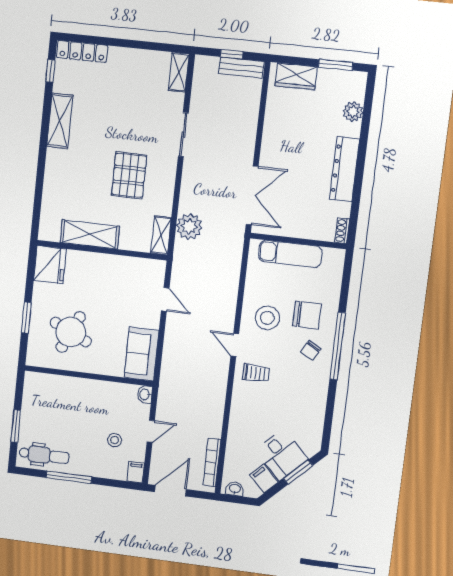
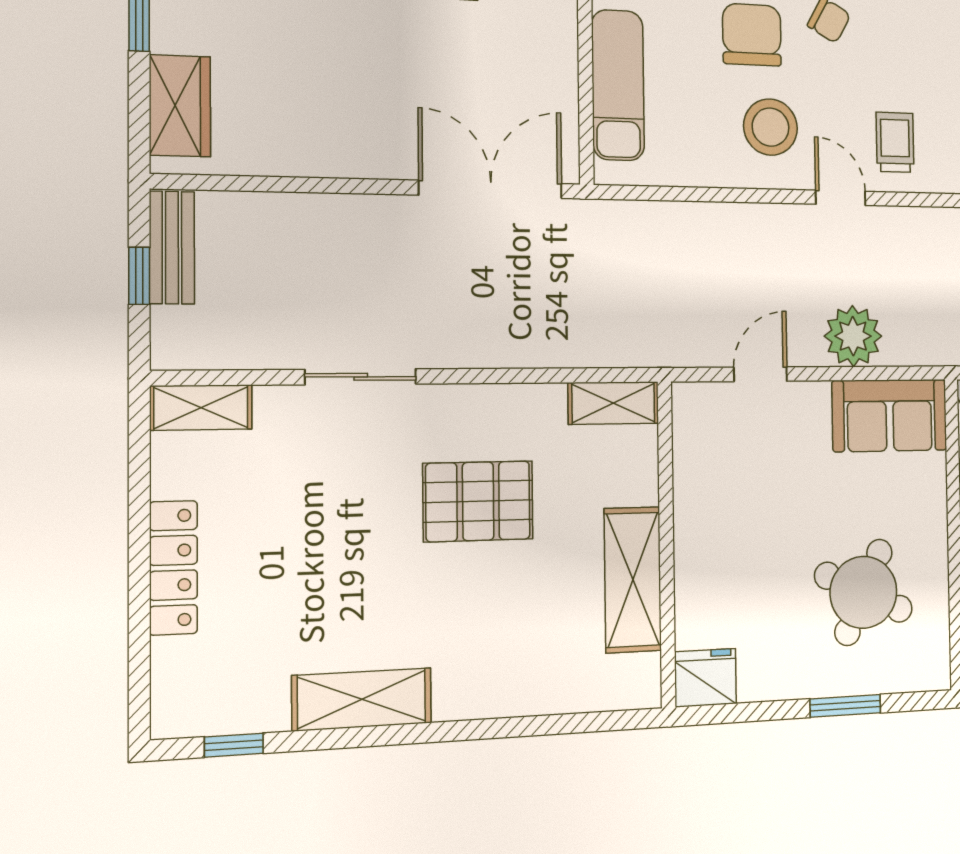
locker: (82, 52) -> (173, 568), moved
plant: (189, 226) -> (853, 336), moved
fridge: (50, 265) -> (705, 678), width x0.73, depth x0.75
door: (235, 345) -> (841, 198), swing flipped

